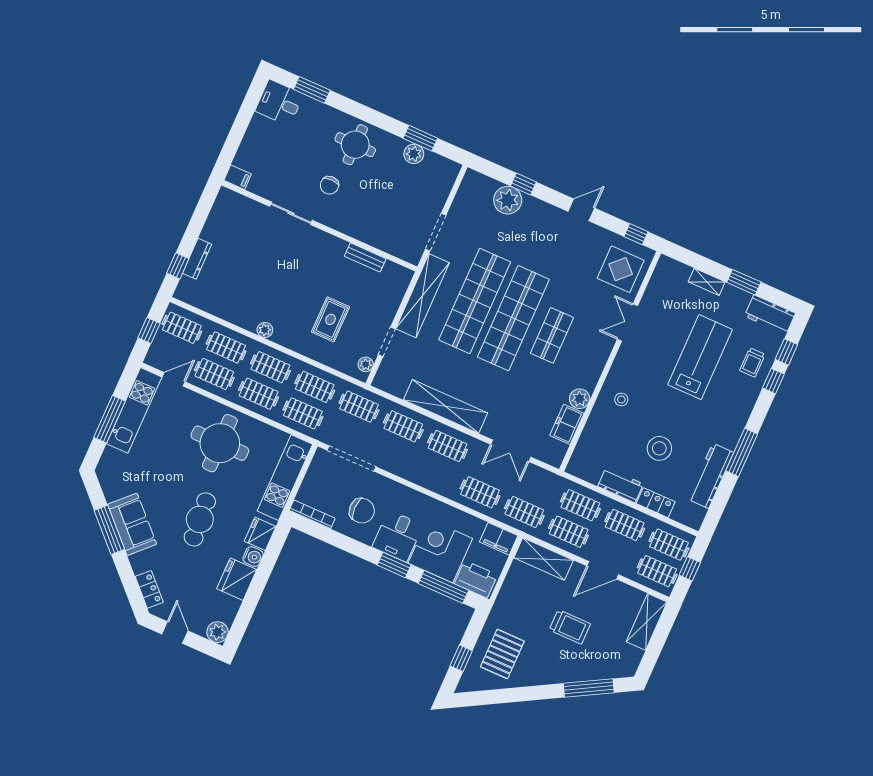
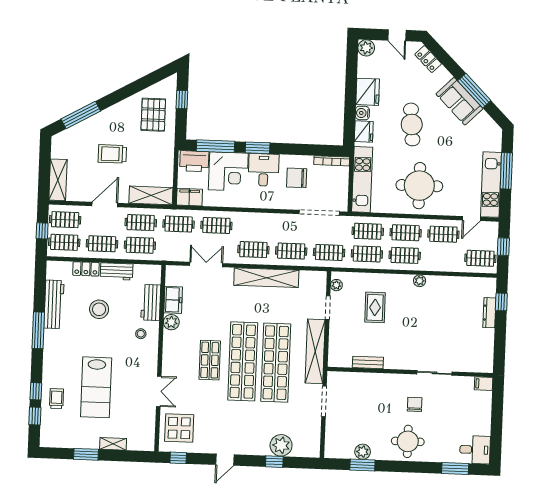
workbench: (770, 315) -> (151, 302), moved, turned -90
clothes rail: (226, 347) -> (443, 257), removed

